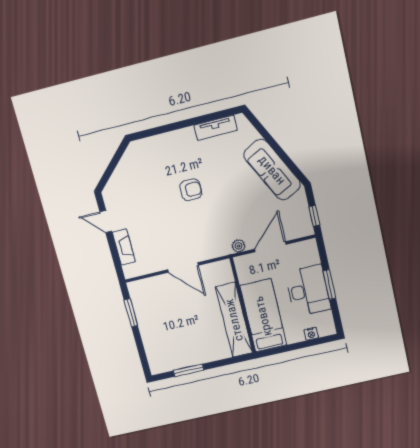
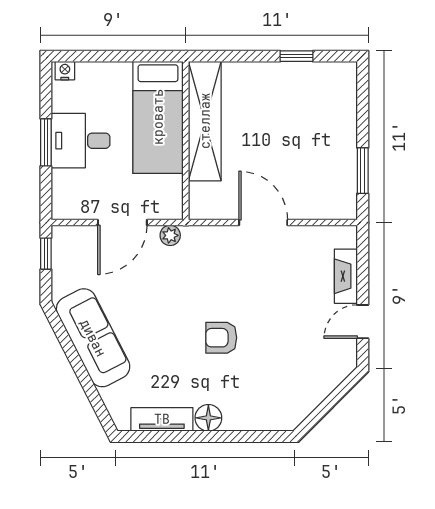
floor lamp: (186, 136) -> (208, 418), added
door: (106, 222) -> (363, 322), swing flipped
desk: (308, 291) -> (81, 141), width x0.73
nightstand: (311, 334) -> (65, 71), moved
window: (188, 370) -> (296, 56), width x0.67

